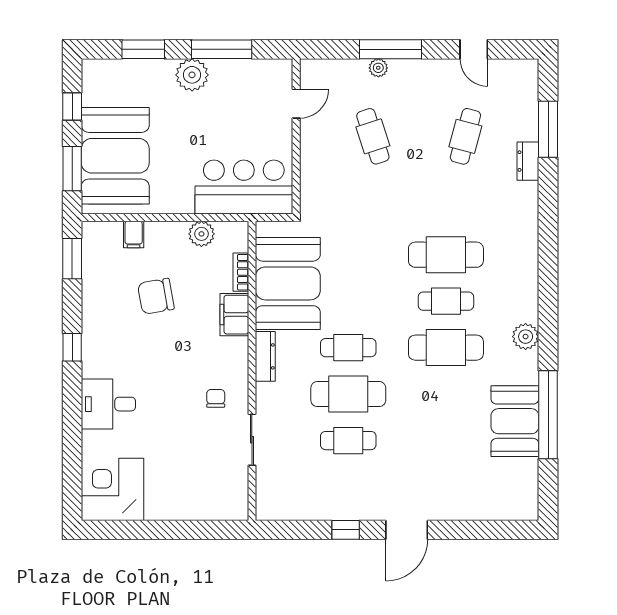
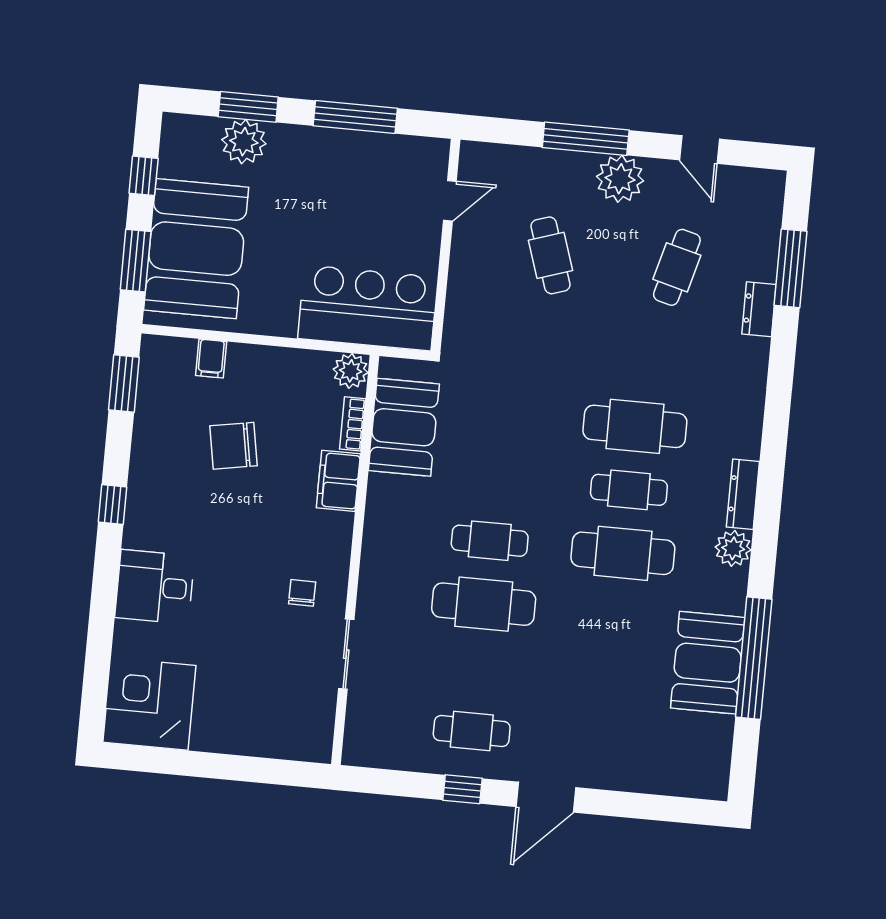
plant: (378, 68) -> (620, 179), moved, width x1.88, depth x1.88
plant: (192, 75) -> (244, 142), moved
plant: (201, 234) -> (351, 371), moved
booth: (288, 283) -> (404, 427), width x0.73, depth x0.70
dresser: (265, 356) -> (743, 494), moved, turned 180
cafe table: (348, 441) -> (472, 731), moved

